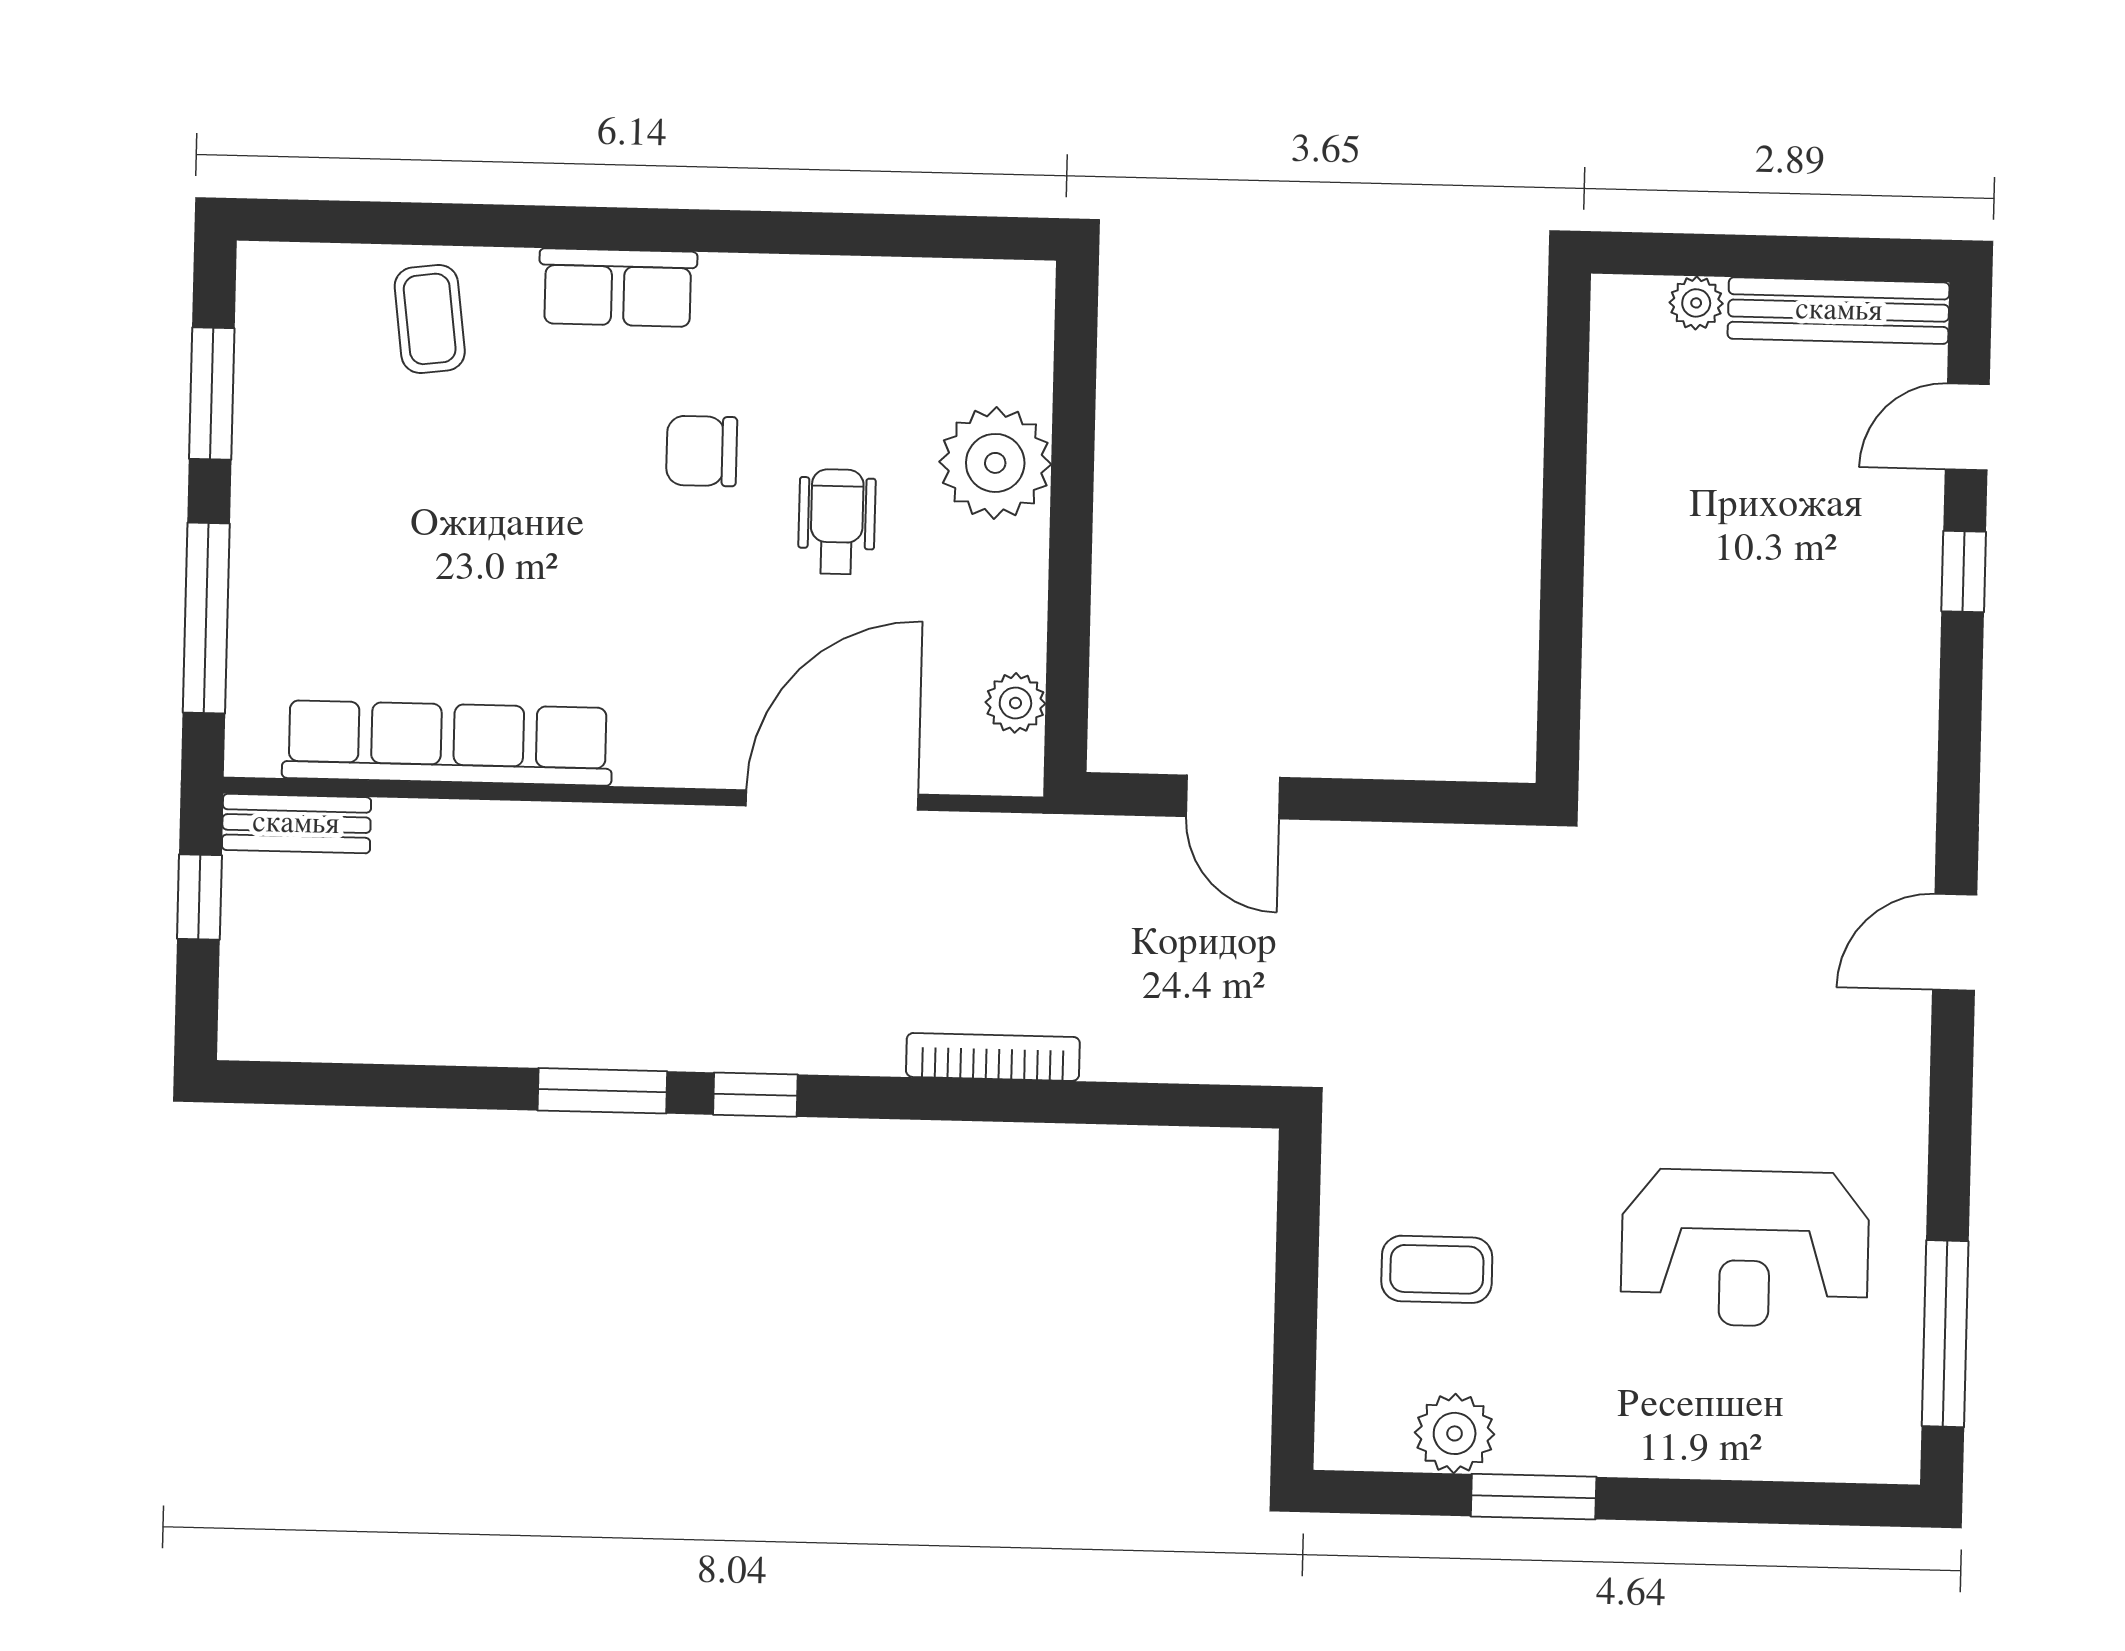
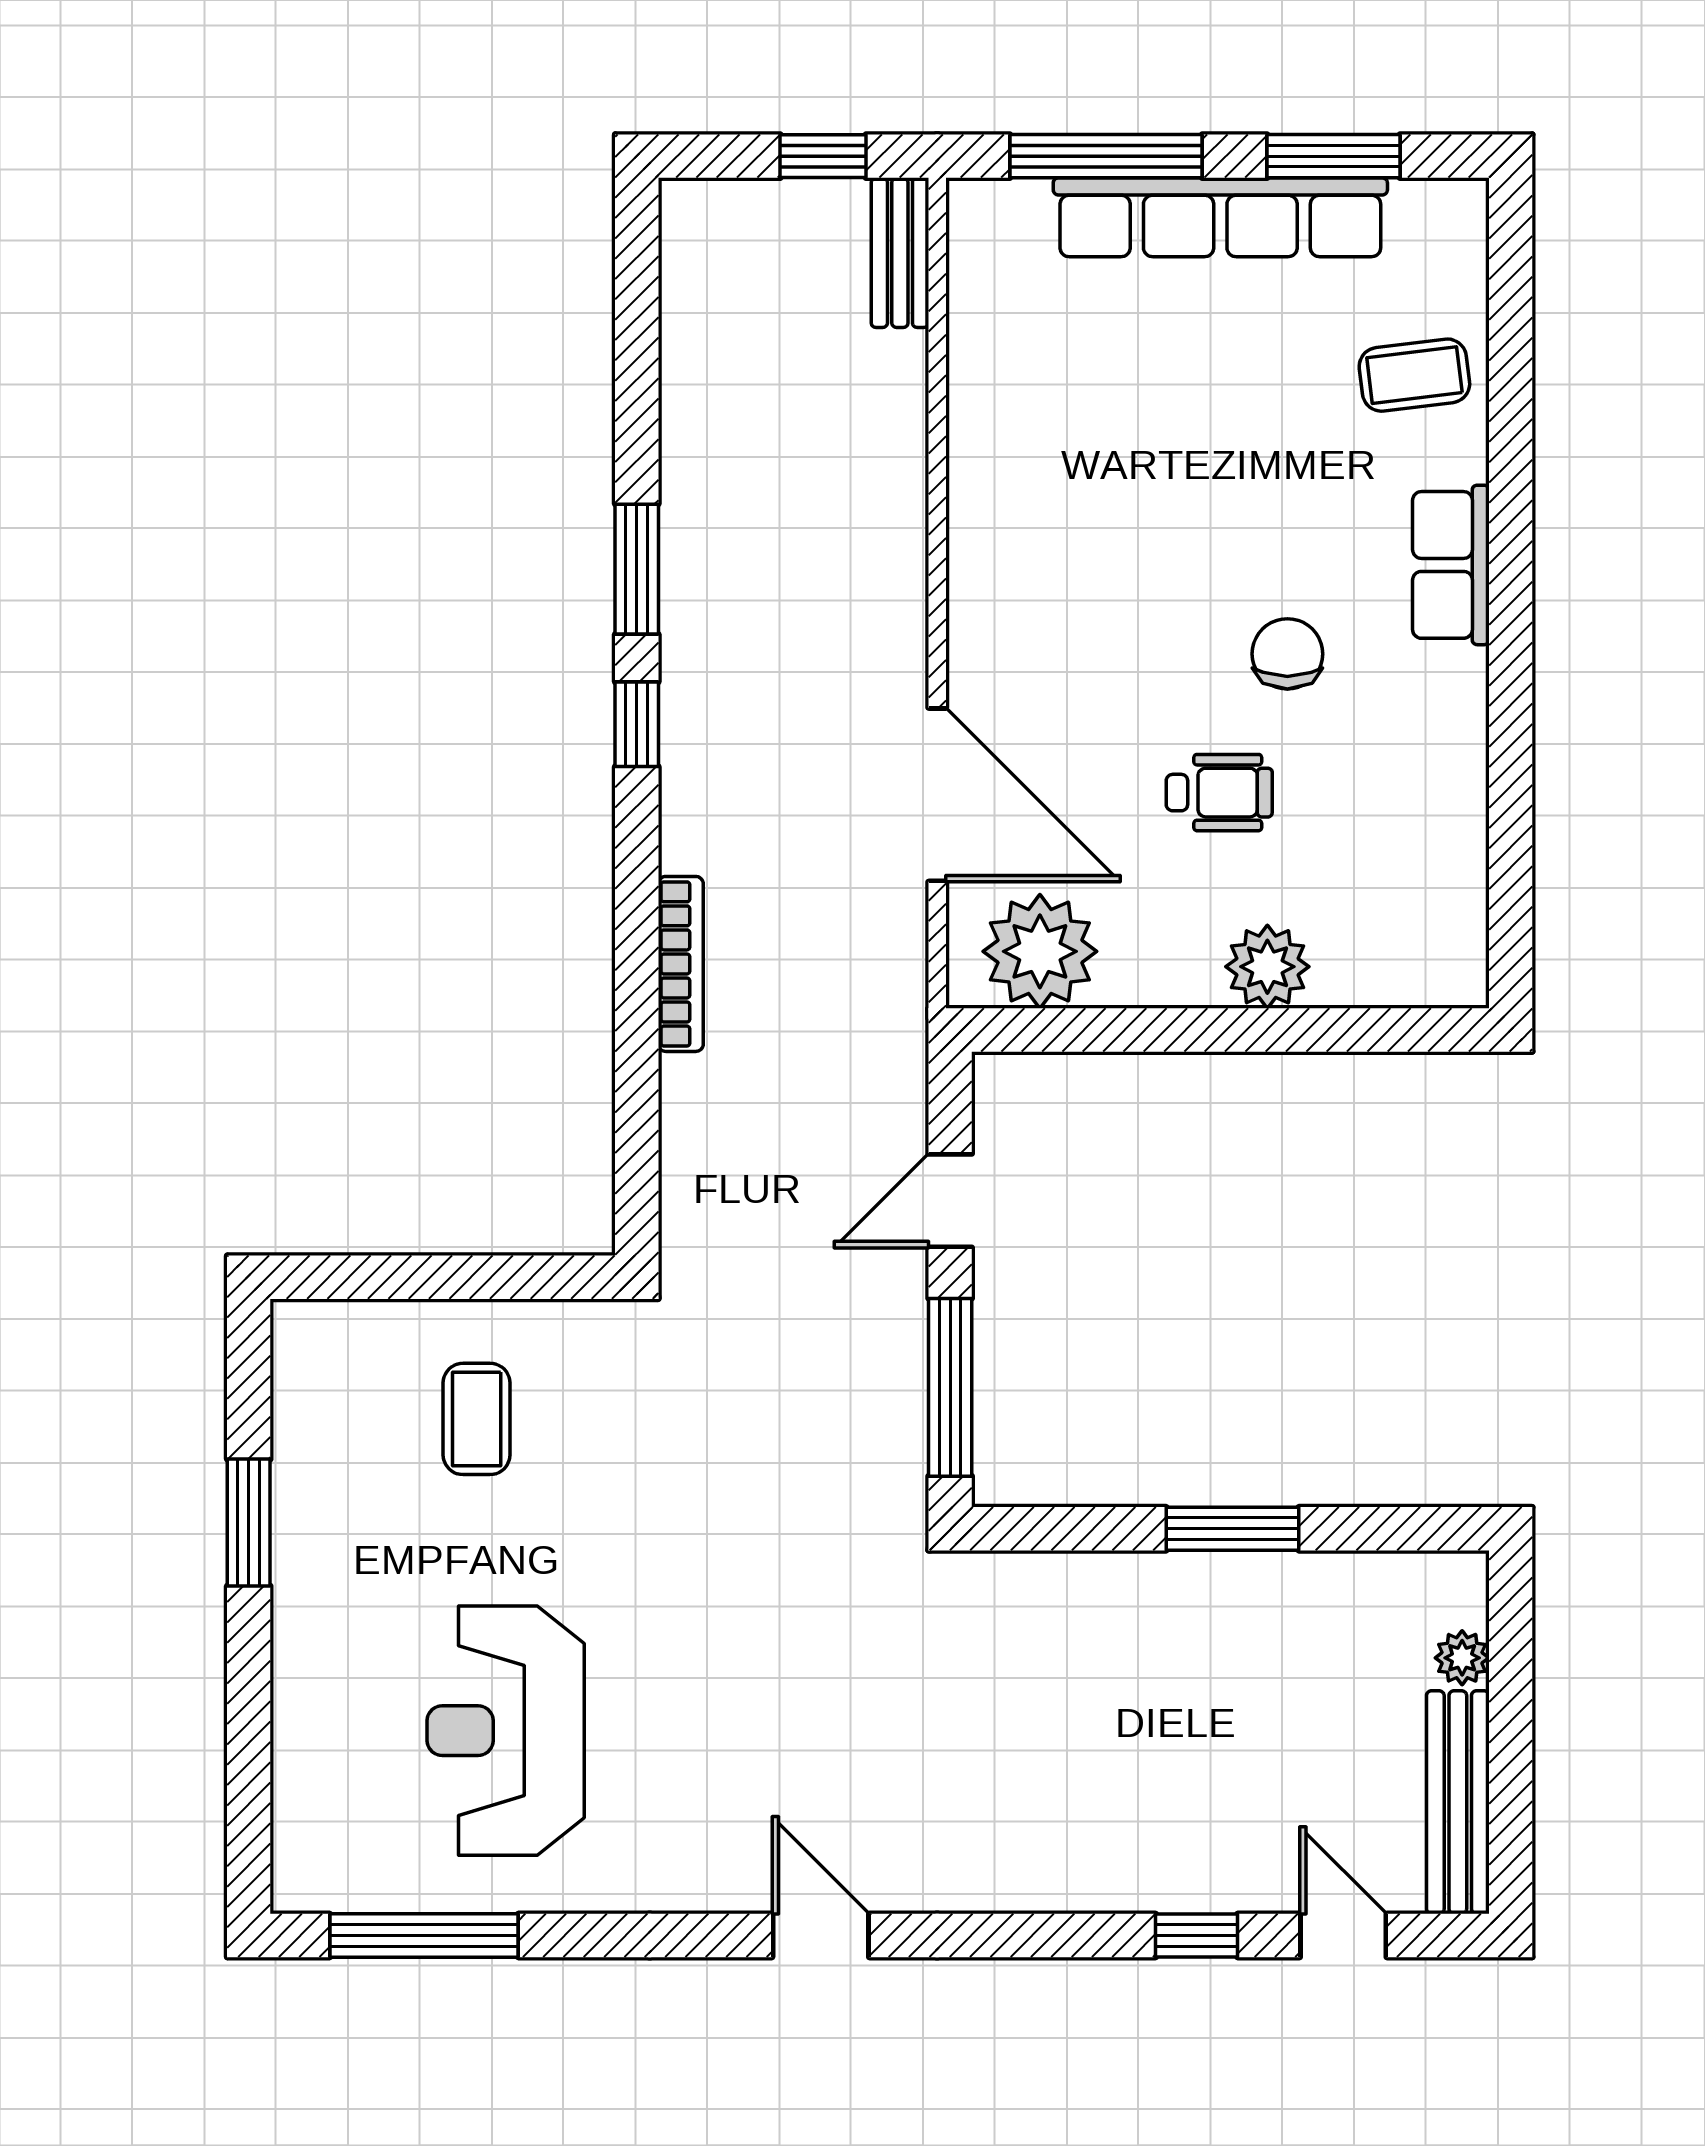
plant: (995, 463) -> (1267, 967), width x0.73, depth x0.73
window: (1563, 526) -> (1233, 1529), added
plant: (1015, 703) -> (1040, 951), width x1.88, depth x1.88
row of seats: (447, 743) -> (1220, 217), moved, turned 90
window: (1417, 801) -> (950, 1387), added
plant: (1455, 1433) -> (311, 1441), removed

